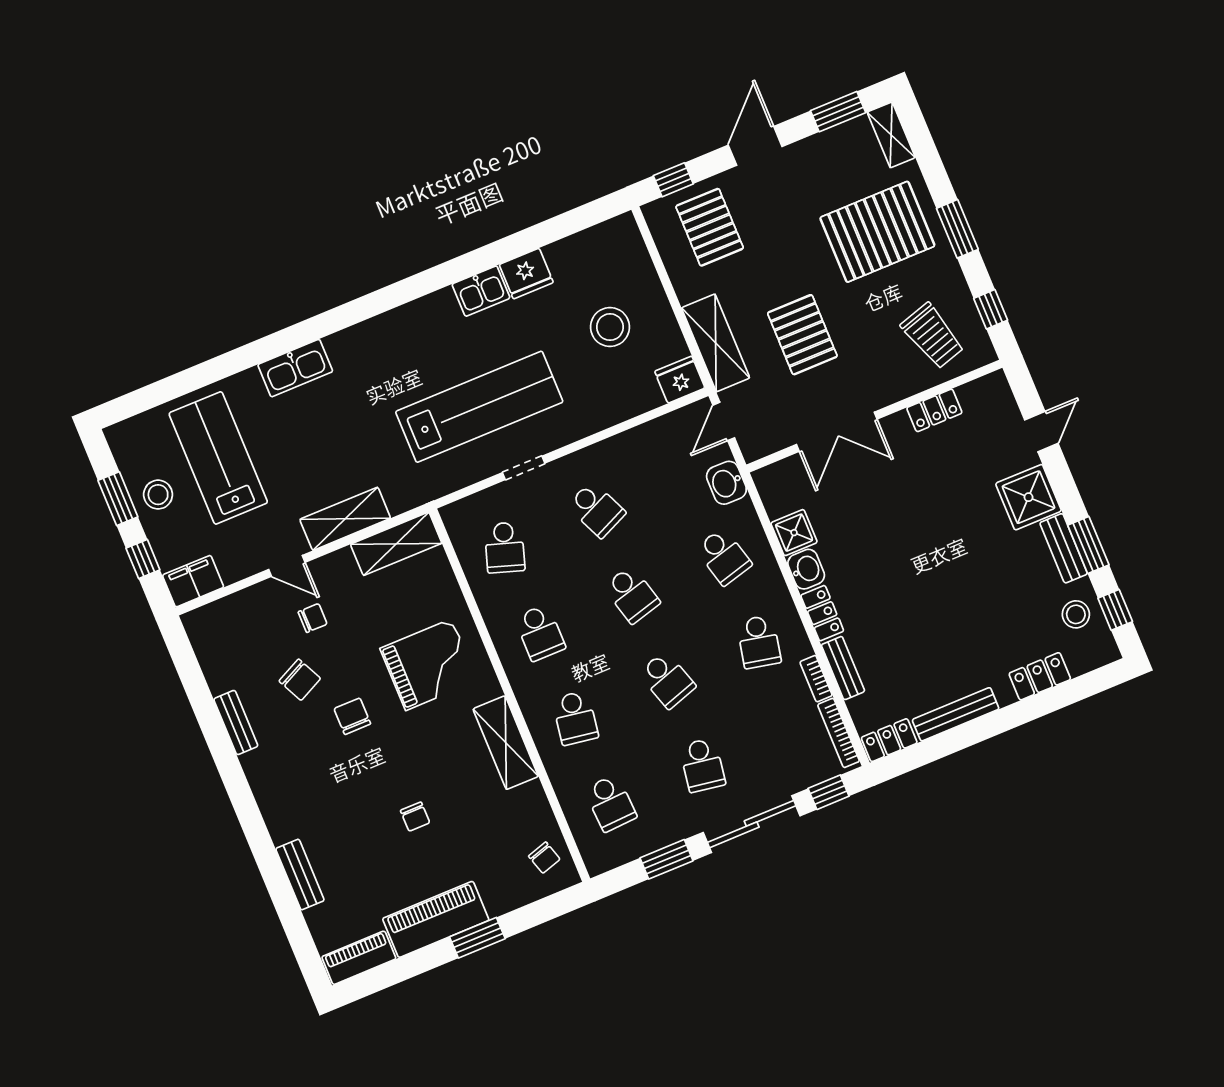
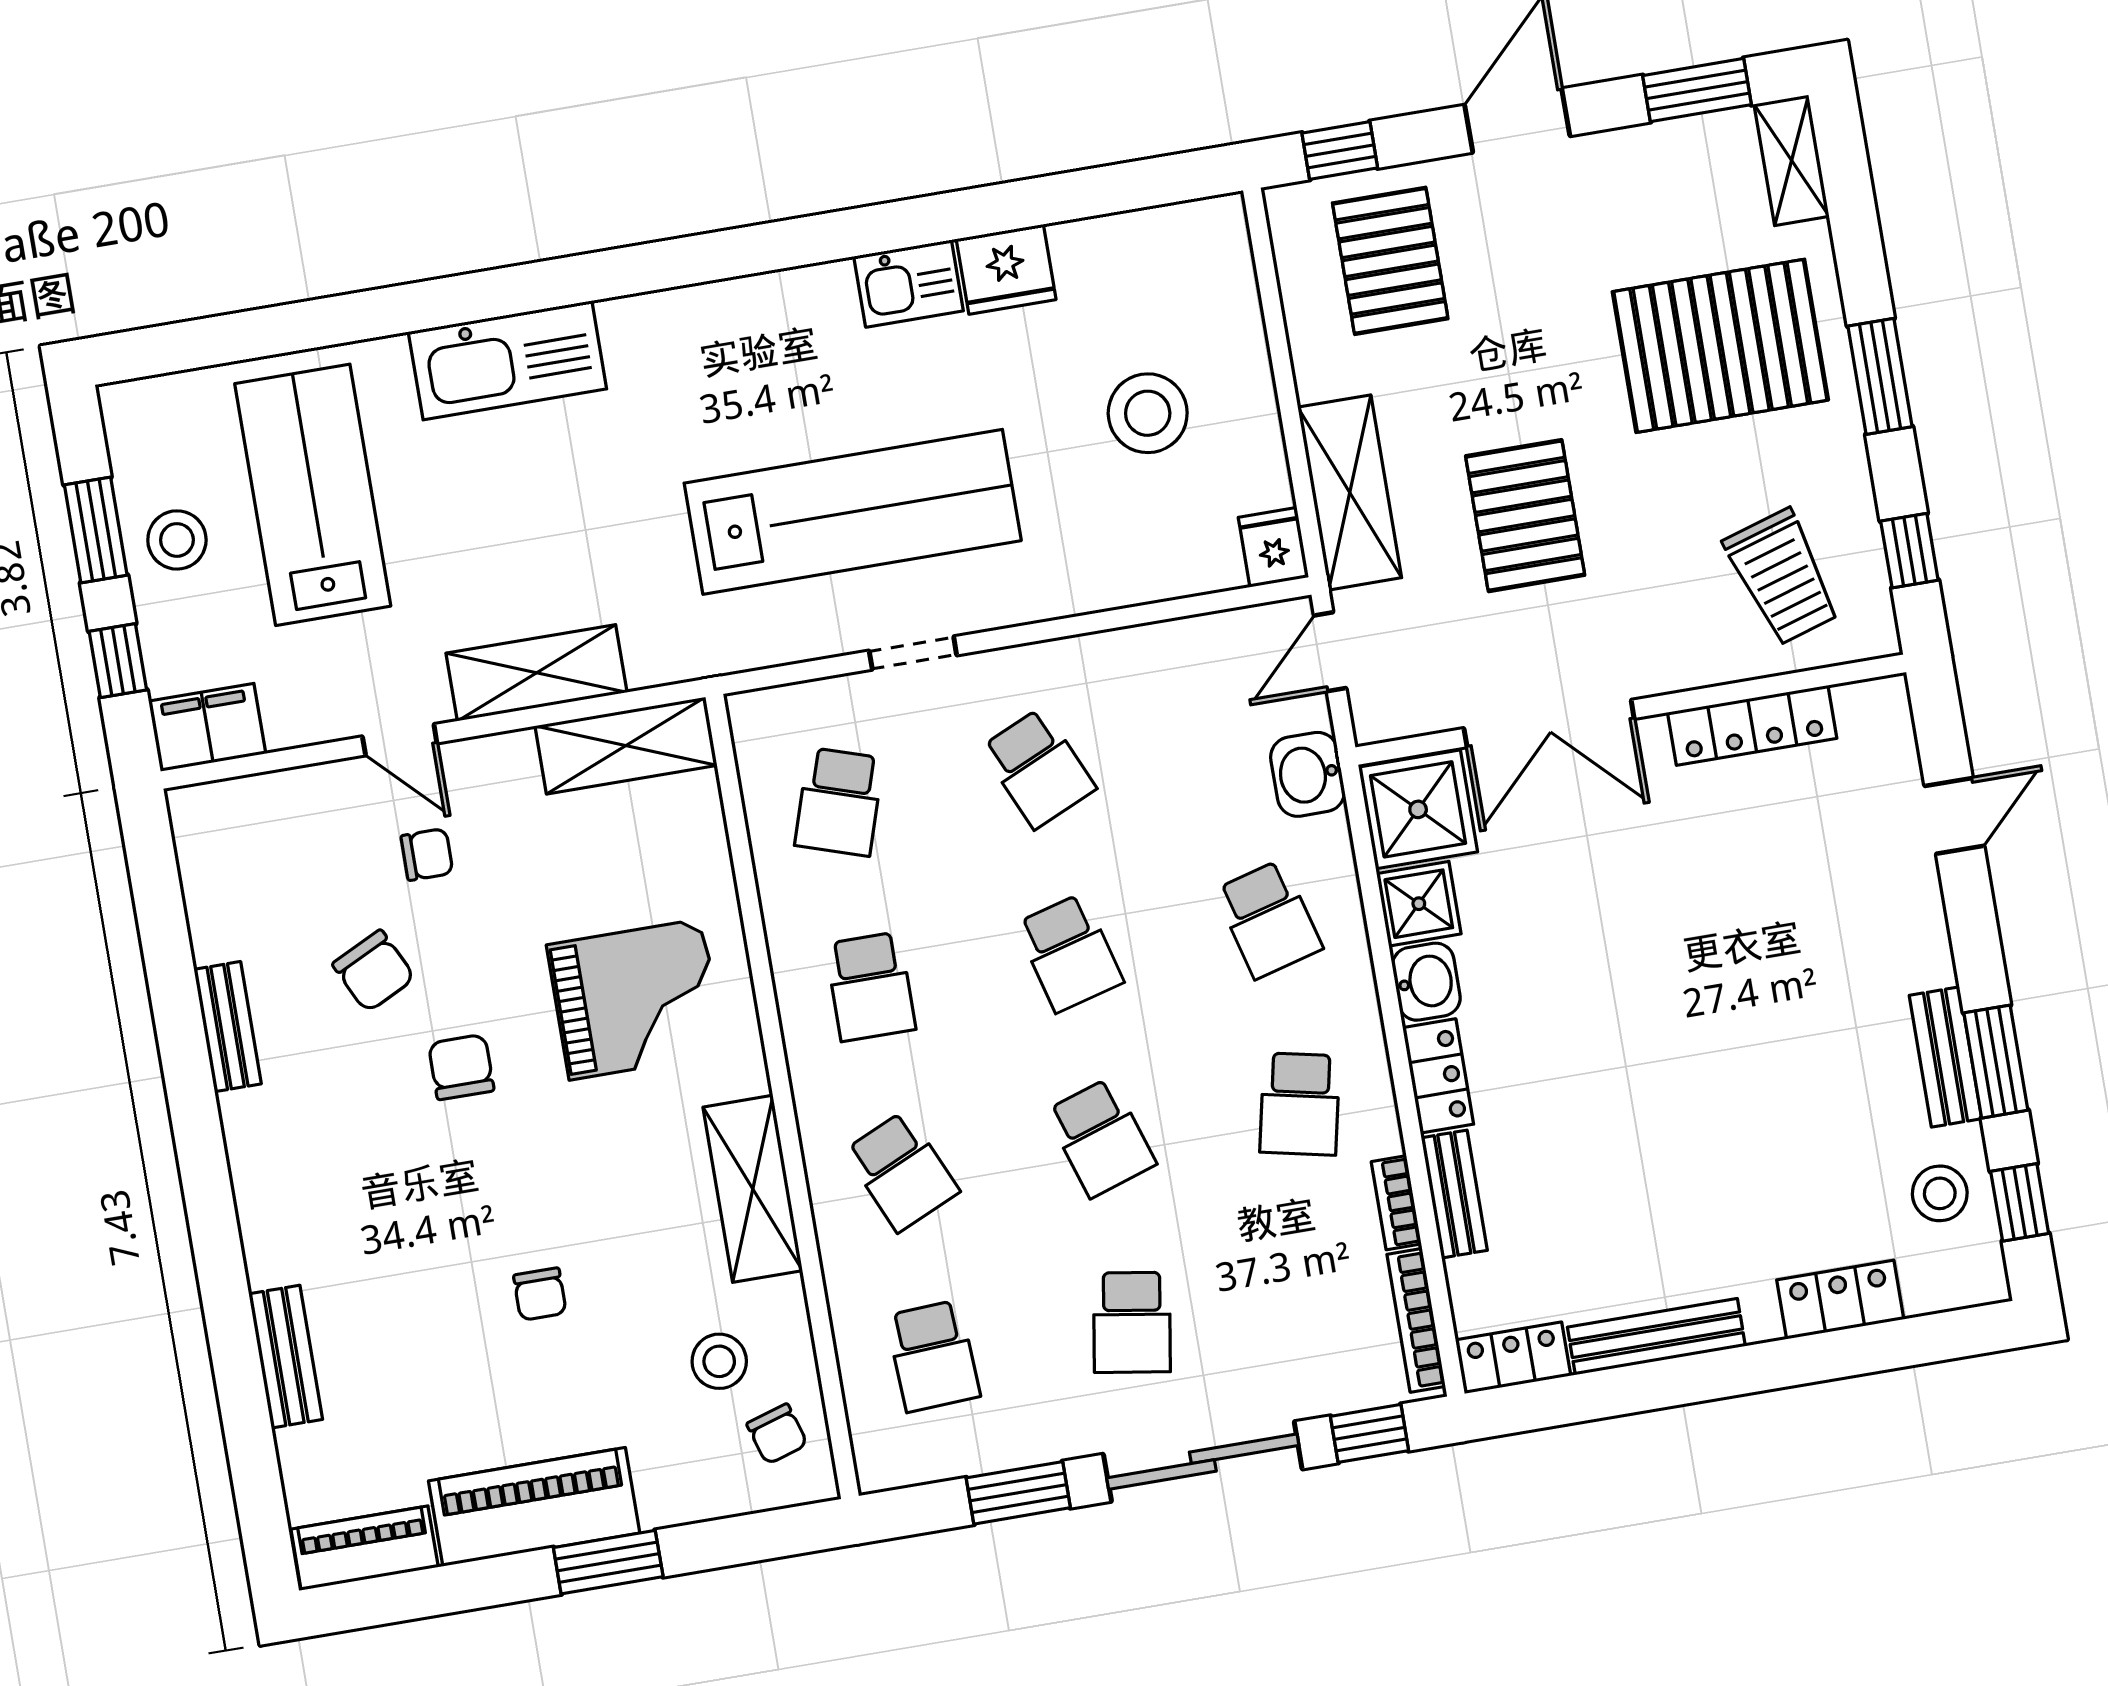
kitchen sink: (295, 368) -> (507, 360), width x1.36, depth x1.24
fridge: (680, 380) -> (1273, 547), width x0.72
locker: (934, 410) -> (1752, 725), width x1.53
shower: (1029, 497) -> (1418, 809), moved
school desk: (575, 718) -> (902, 1171), turned -33
stool: (509, 829) -> (719, 1361), added

